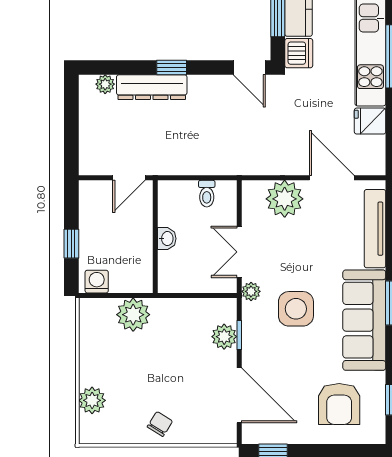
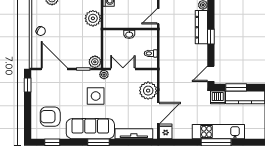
fridge: (370, 121) -> (166, 131), moved
door: (129, 178) -> (158, 16), hinge flipped
plant: (224, 337) -> (95, 62), moved
door: (239, 395) -> (54, 69), swing flipped

